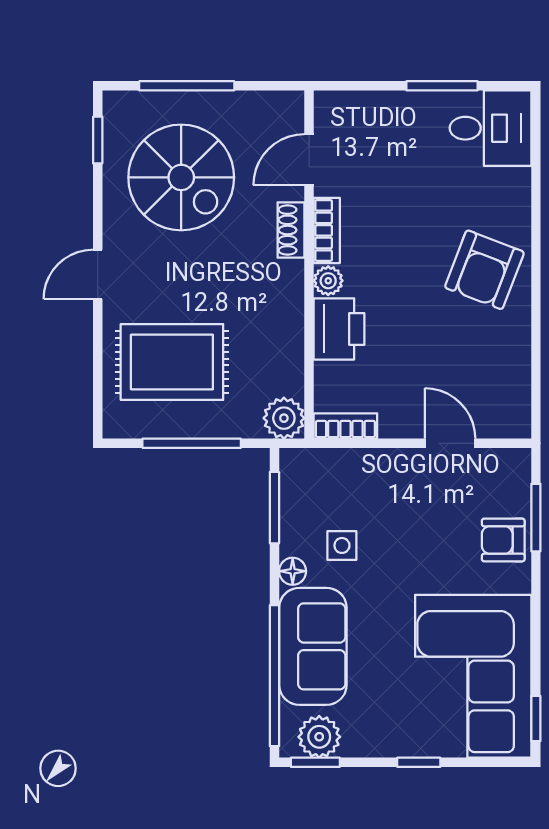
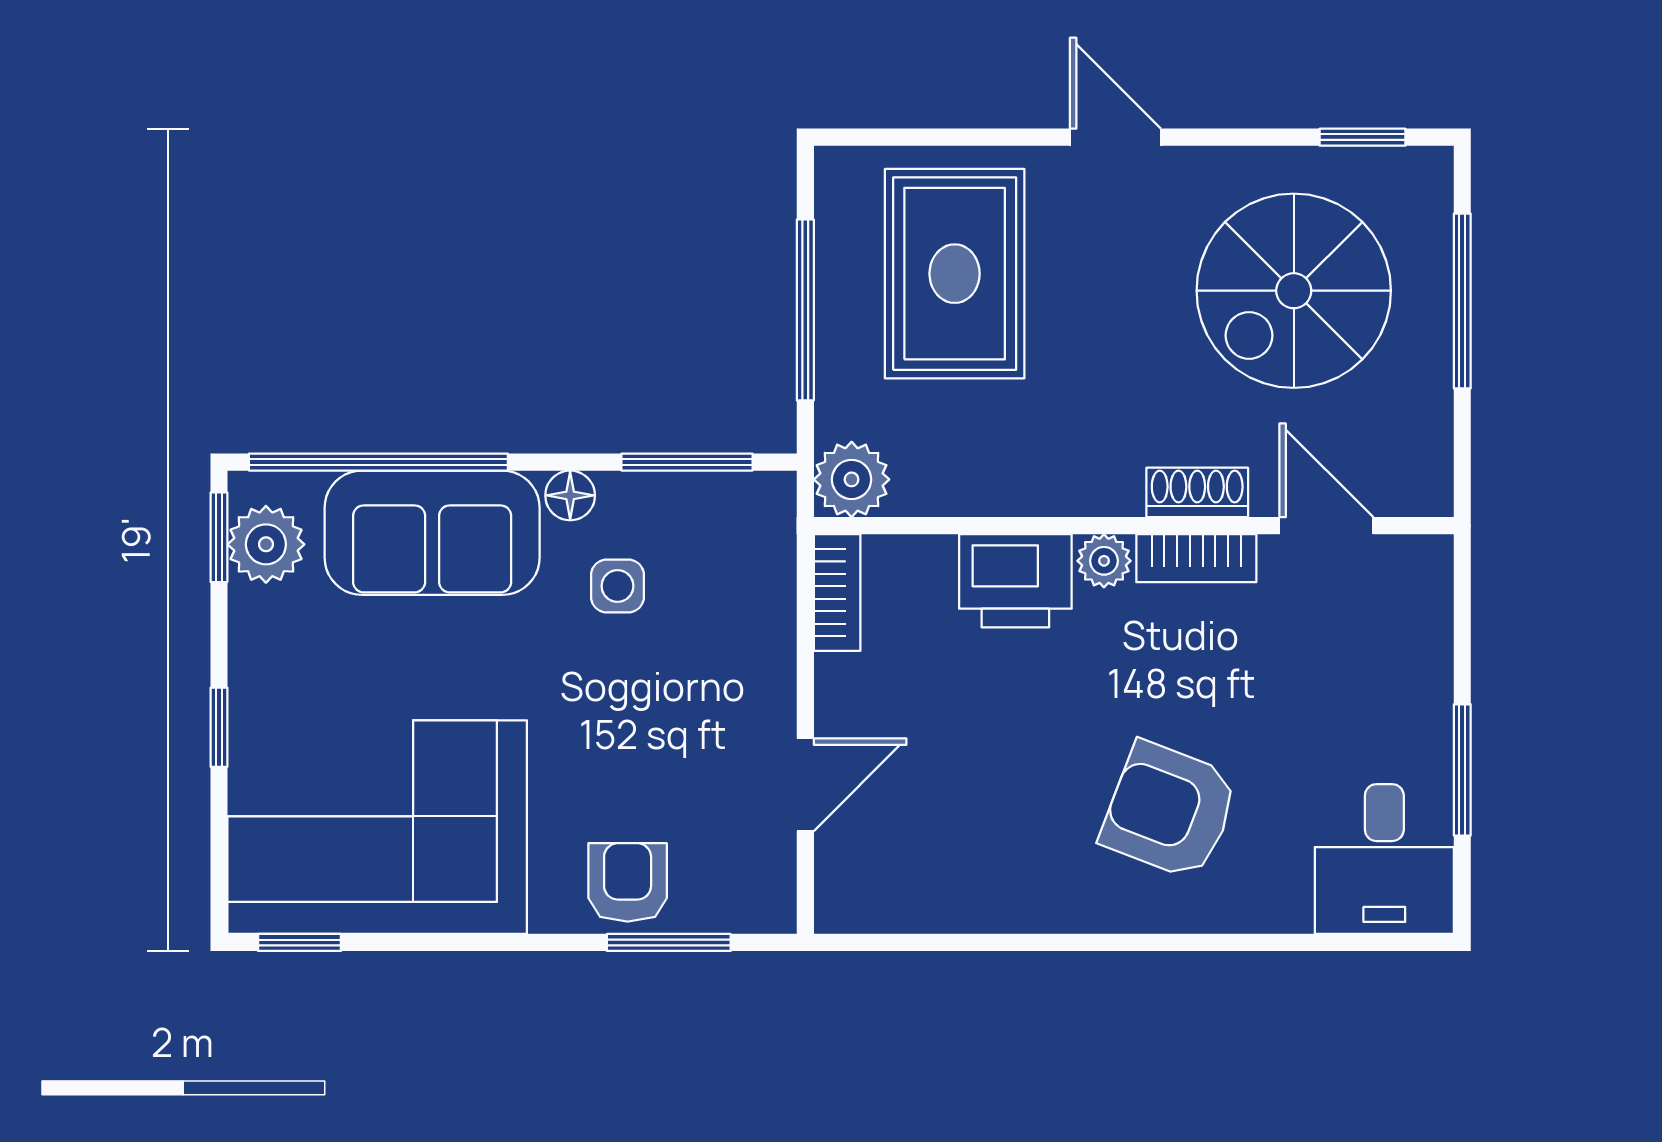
armchair: (484, 270) -> (1170, 810), moved

